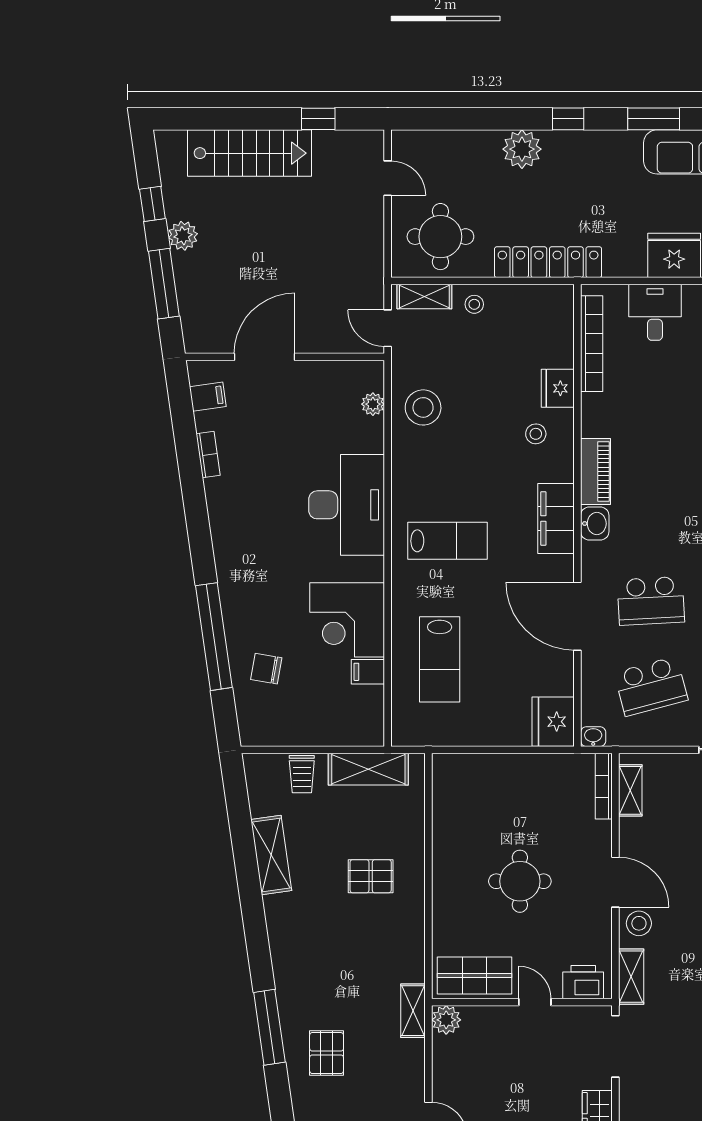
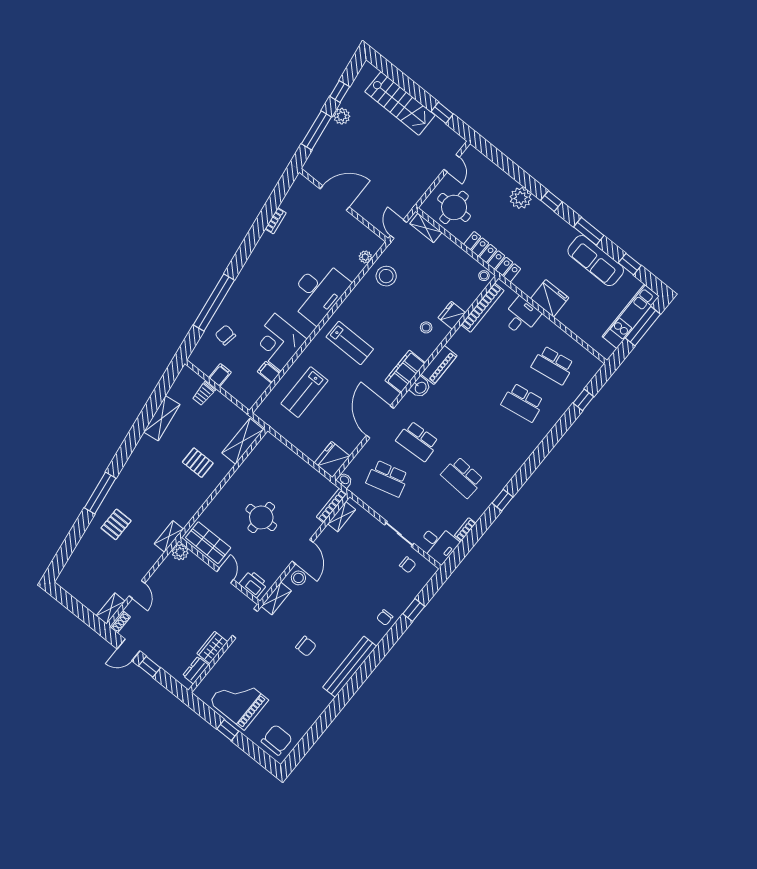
stool: (474, 304) -> (484, 276), moved
filing cabinet: (208, 397) -> (220, 375), moved, turned -82
shelving: (368, 769) -> (243, 441), moved, turned 90

